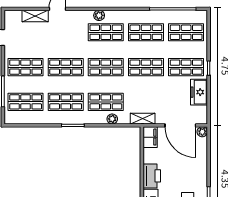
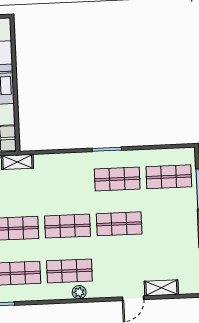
shop shelf: (26, 67) -> (171, 222), removed
shop shelf: (106, 102) -> (66, 181), removed
plant: (112, 119) -> (56, 160), removed

